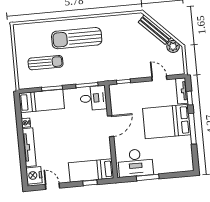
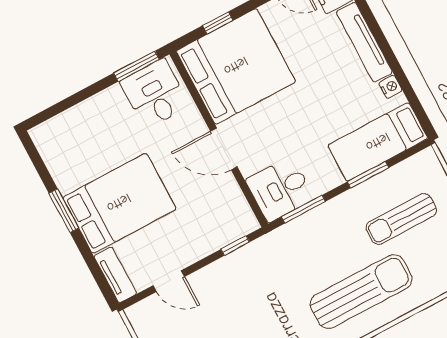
window: (190, 98) -> (94, 268), removed
door: (111, 126) -> (224, 149), hinge flipped
window: (192, 129) -> (64, 211), width x0.69
desk: (135, 163) -> (155, 94), width x0.73
bed: (91, 170) -> (236, 66), width x2.04
window: (148, 177) -> (136, 66), moved

